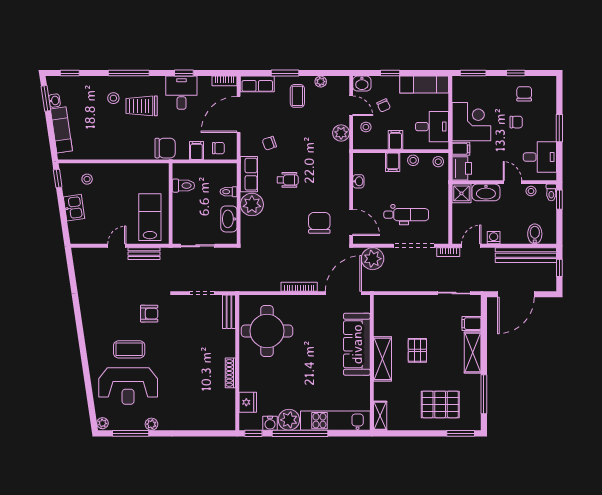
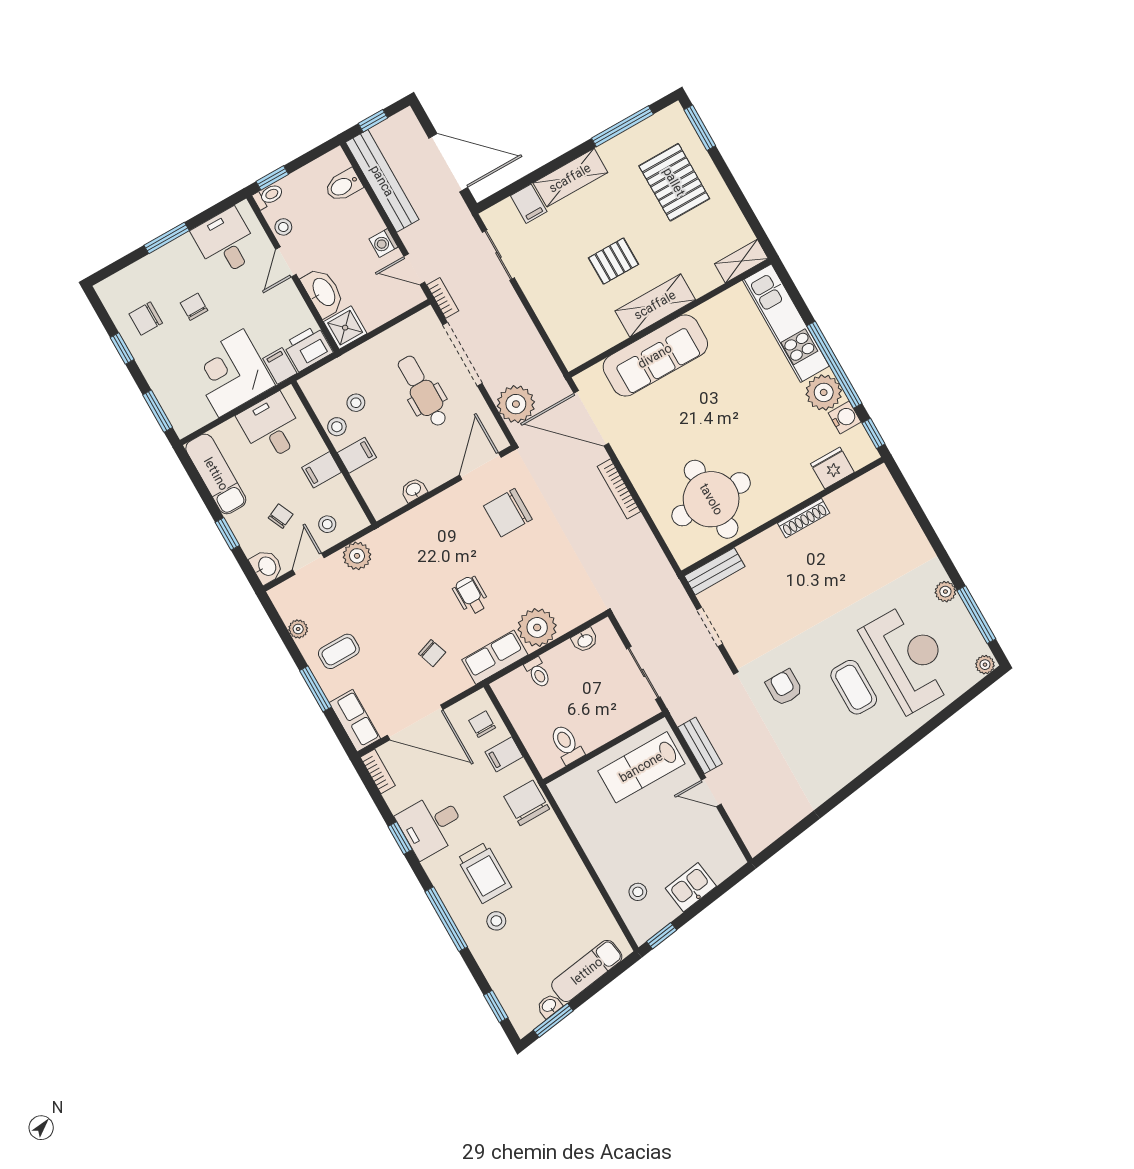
stool: (438, 162) -> (356, 403), moved
washbasin: (229, 219) -> (585, 640), width x0.52, depth x0.69

